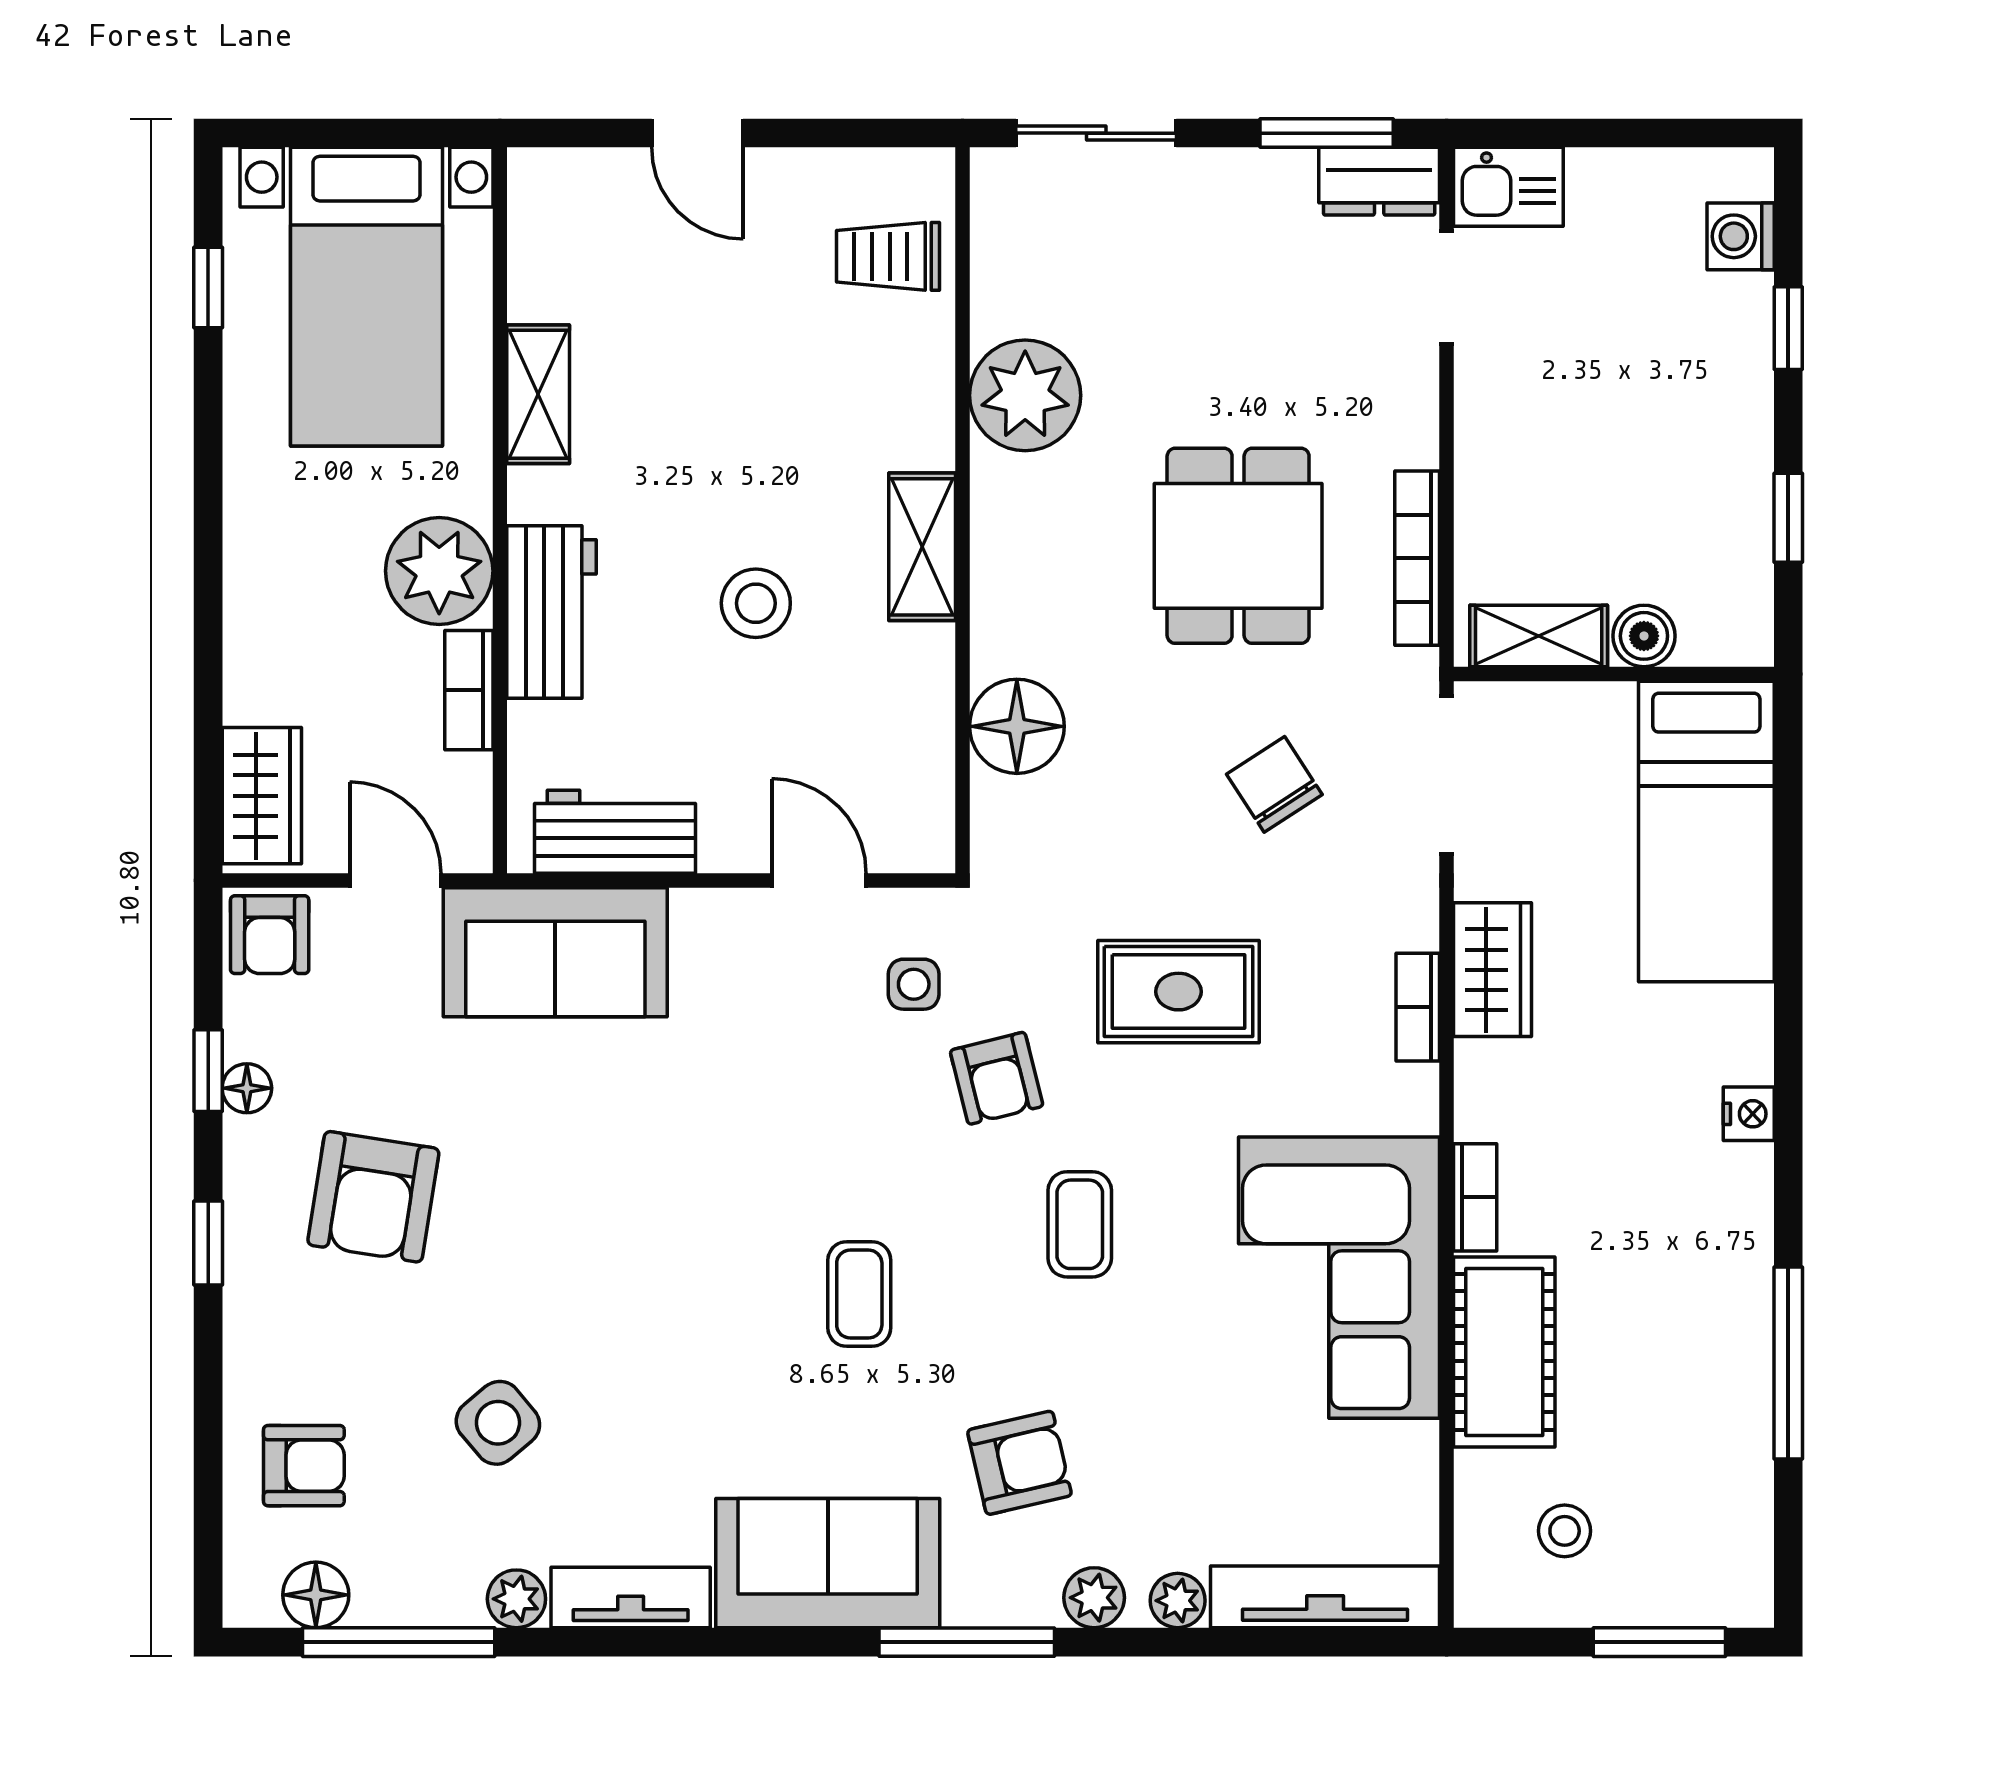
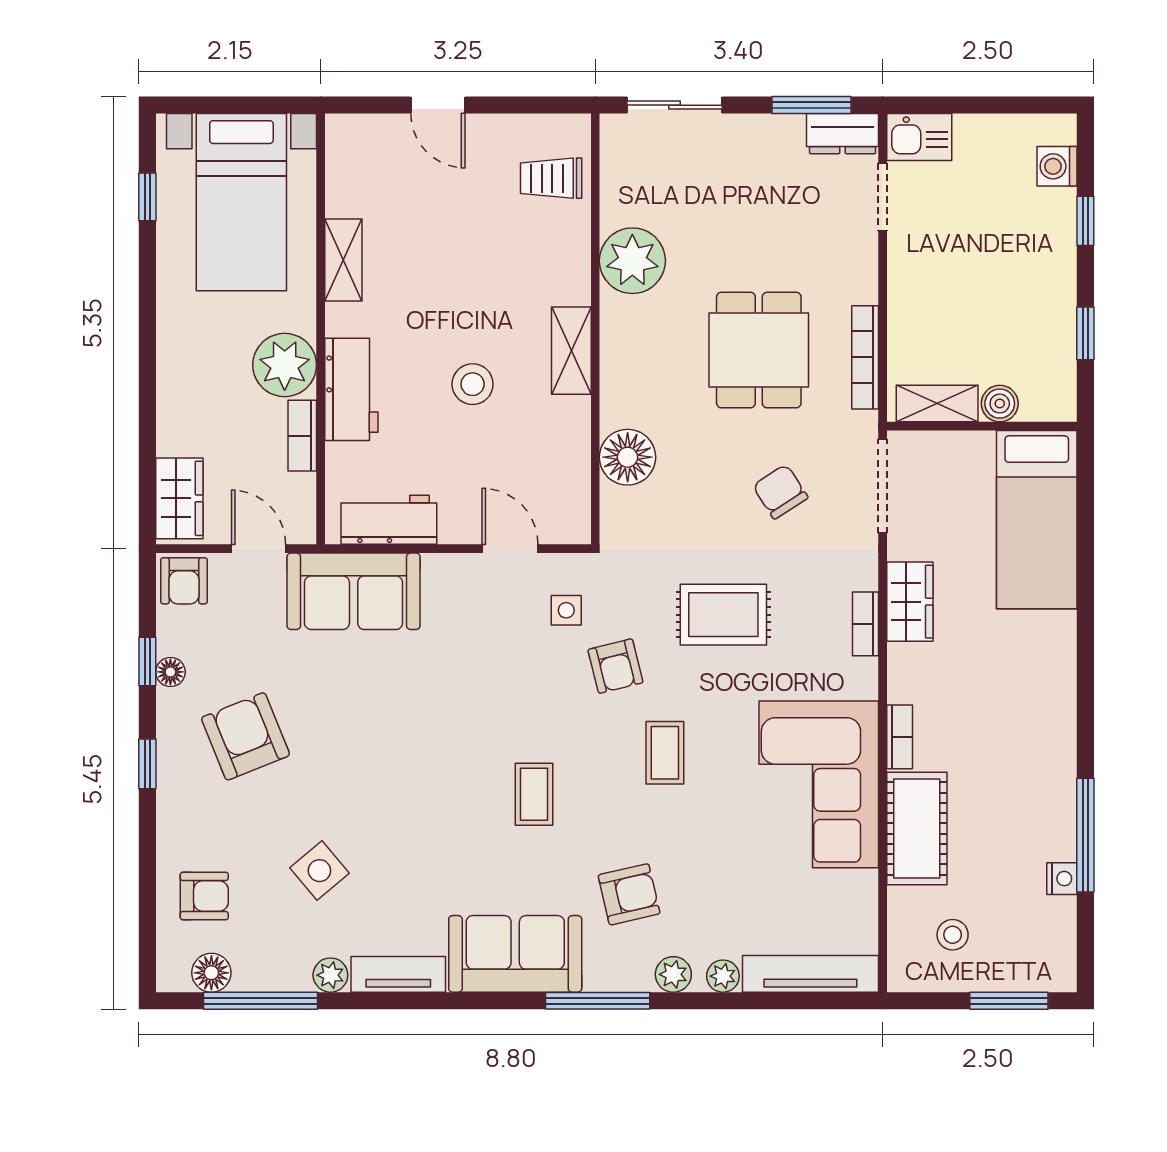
nightstand: (1749, 1114) -> (1062, 879), moved
armchair: (373, 1197) -> (245, 736), turned 149

